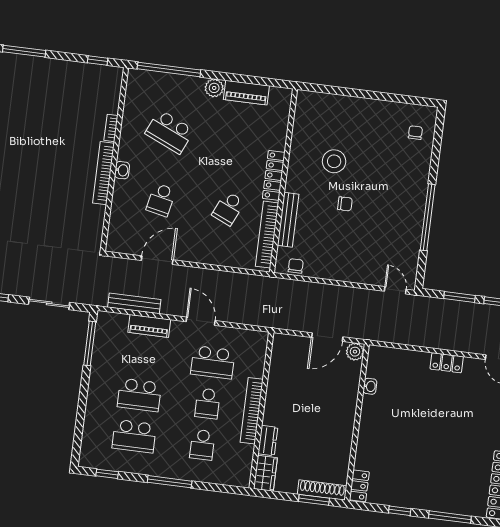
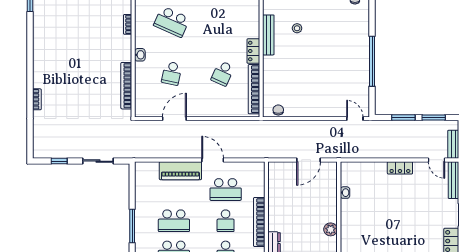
stool: (334, 161) -> (297, 28), width x0.53, depth x0.53
bookcase: (103, 173) -> (126, 86), moved
locker: (274, 175) -> (253, 51), width x0.66
chair: (345, 204) -> (309, 59), removed
bench: (288, 220) -> (268, 35), moved
bench: (134, 303) -> (161, 153), removed
piano: (149, 326) -> (180, 171), width x1.37, depth x1.33
window: (90, 343) -> (132, 226), moved
plant: (355, 352) -> (331, 229), moved

